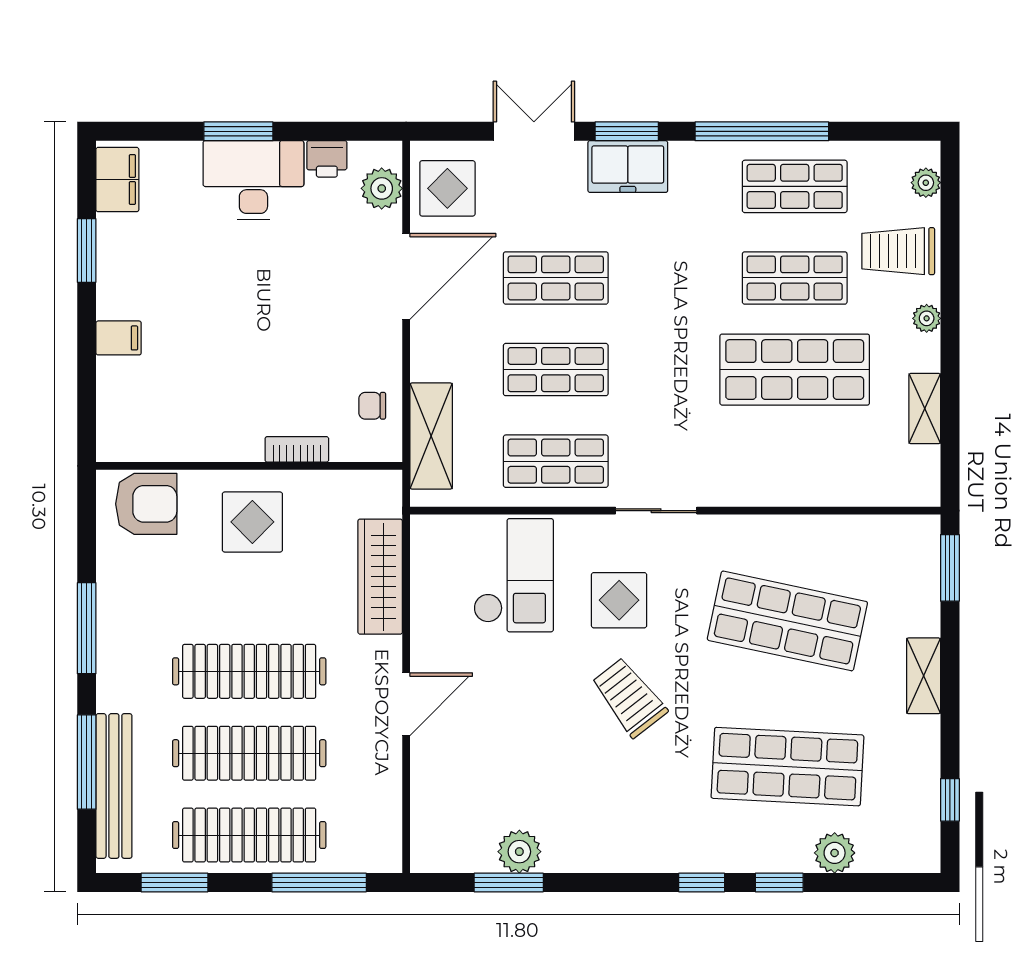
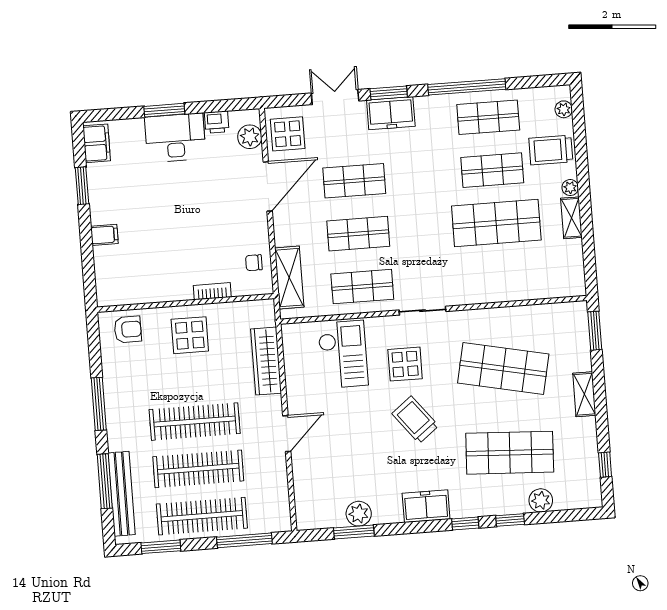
shelving: (925, 409) -> (571, 218), moved
armchair: (146, 504) -> (128, 329), width x0.72, depth x0.72
freezer: (636, 848) -> (426, 506), added

